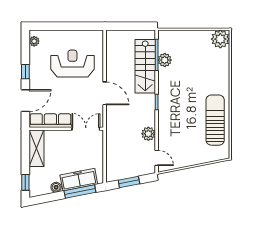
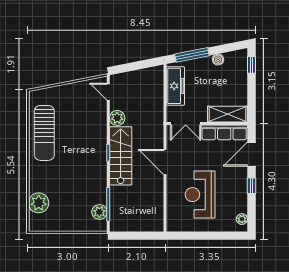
plant: (220, 39) -> (39, 203), moved
plant: (165, 60) -> (99, 212), moved
reception desk: (72, 64) -> (200, 195), turned 90
stairs: (145, 66) -> (121, 156), moved
shelving: (36, 148) -> (227, 114), moved, turned 90
freezer: (79, 180) -> (175, 86), moved, turned -79
window: (129, 182) -> (138, 65), removed

